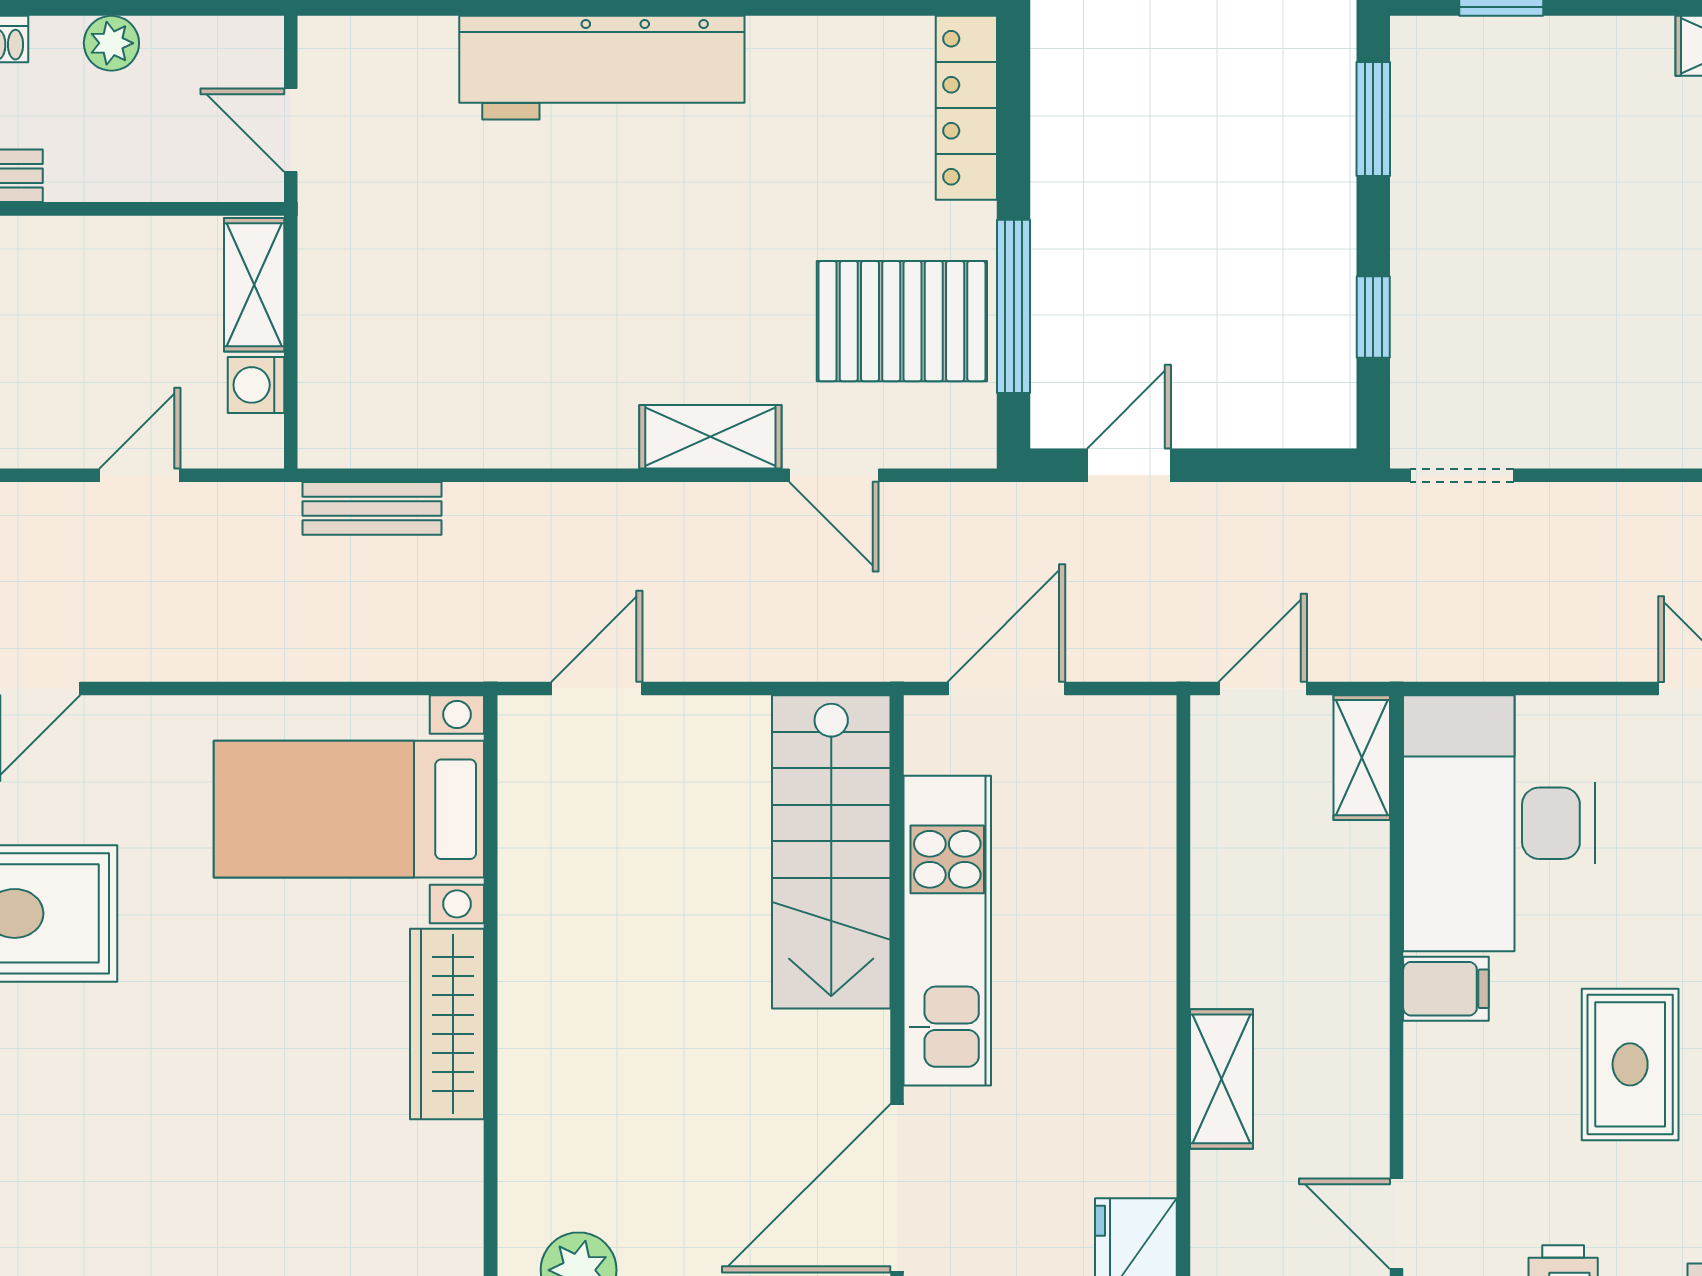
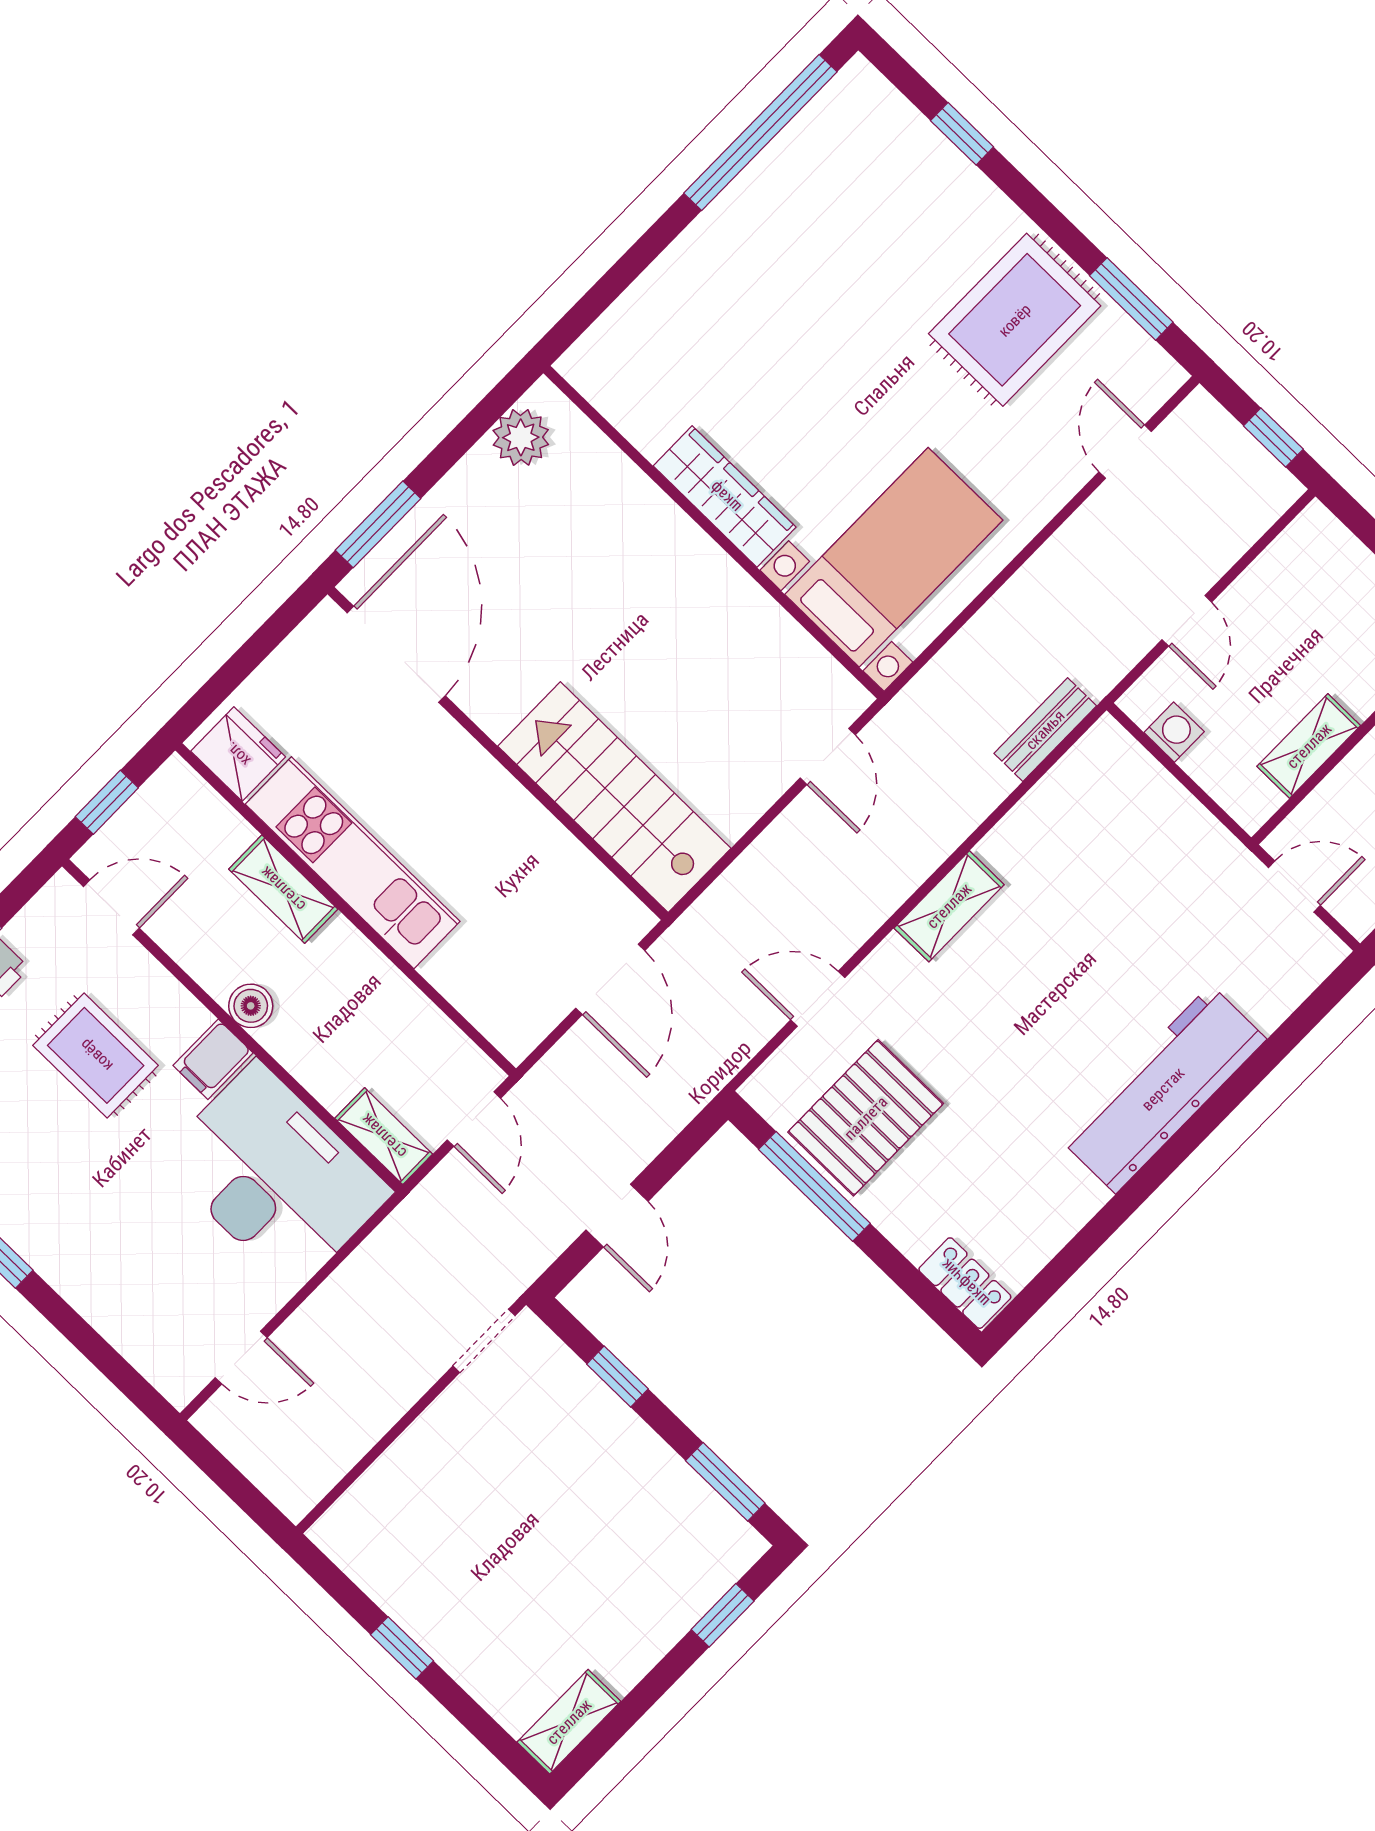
locker: (966, 108) -> (965, 1283), width x0.66
shelving: (254, 285) -> (1309, 746), moved, turned 90
shelving: (710, 437) -> (949, 906), moved
door: (1129, 465) -> (617, 1216), moved
kitchen unit: (947, 931) -> (353, 863), moved, turned 180
boiler: (1361, 1002) -> (251, 1006), added
rug: (1630, 1064) -> (96, 1055), moved

